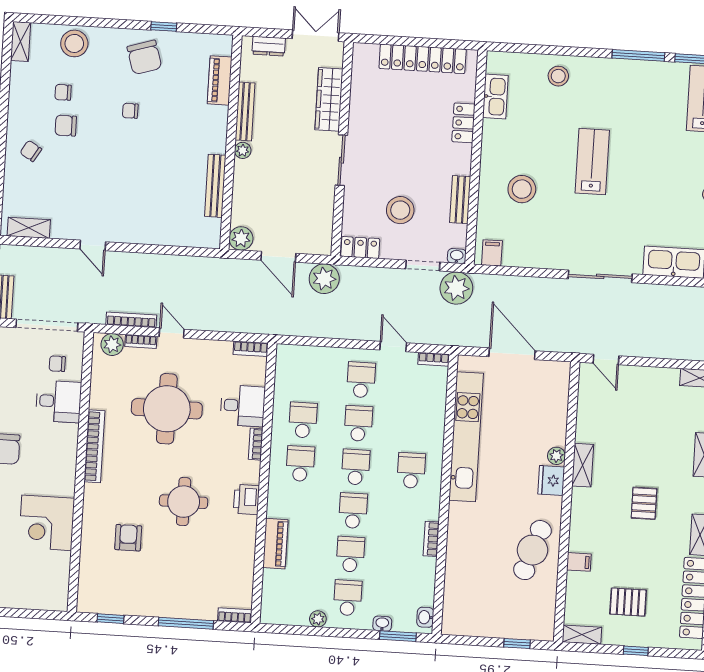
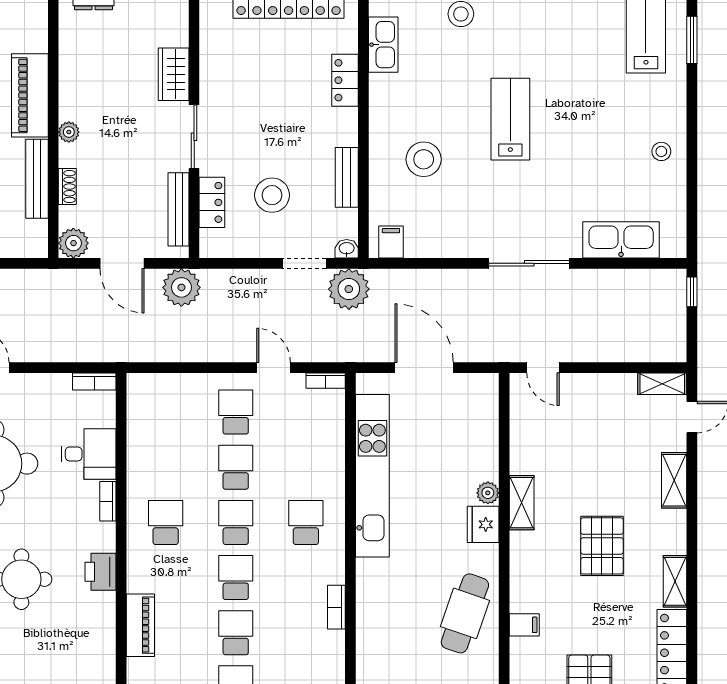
piano: (220, 80) -> (30, 95), moved, width x1.37, depth x1.33
wardrobe: (329, 99) -> (174, 74), width x0.67
bench: (245, 112) -> (179, 209), moved
shoe rack: (239, 193) -> (67, 187), added
locker: (360, 247) -> (212, 202), moved, turned 90
school desk: (303, 420) -> (166, 467), removed
pallet: (644, 503) -> (602, 546), width x1.50, depth x1.42

